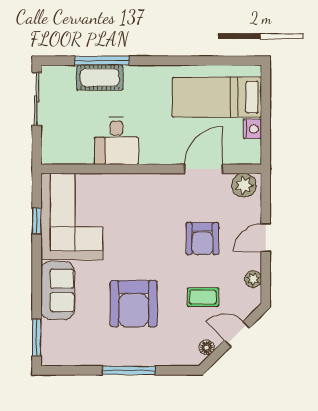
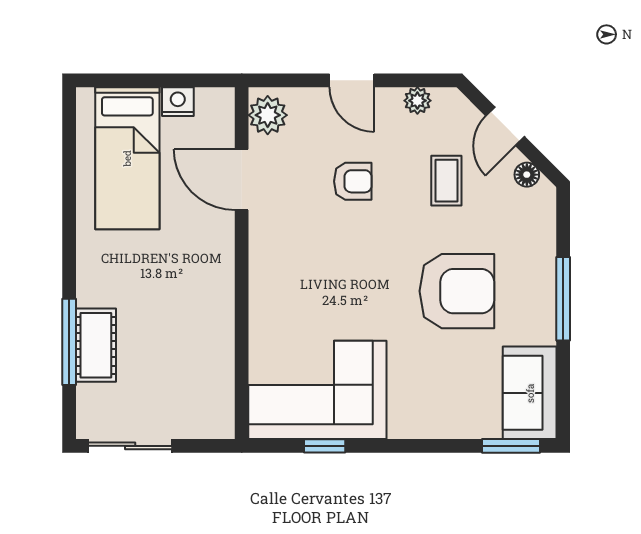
desk: (116, 141) -> (197, 319), removed
armchair: (202, 239) -> (353, 181), width x0.72, depth x0.72
sofa: (58, 290) -> (530, 393), moved, turned -90

